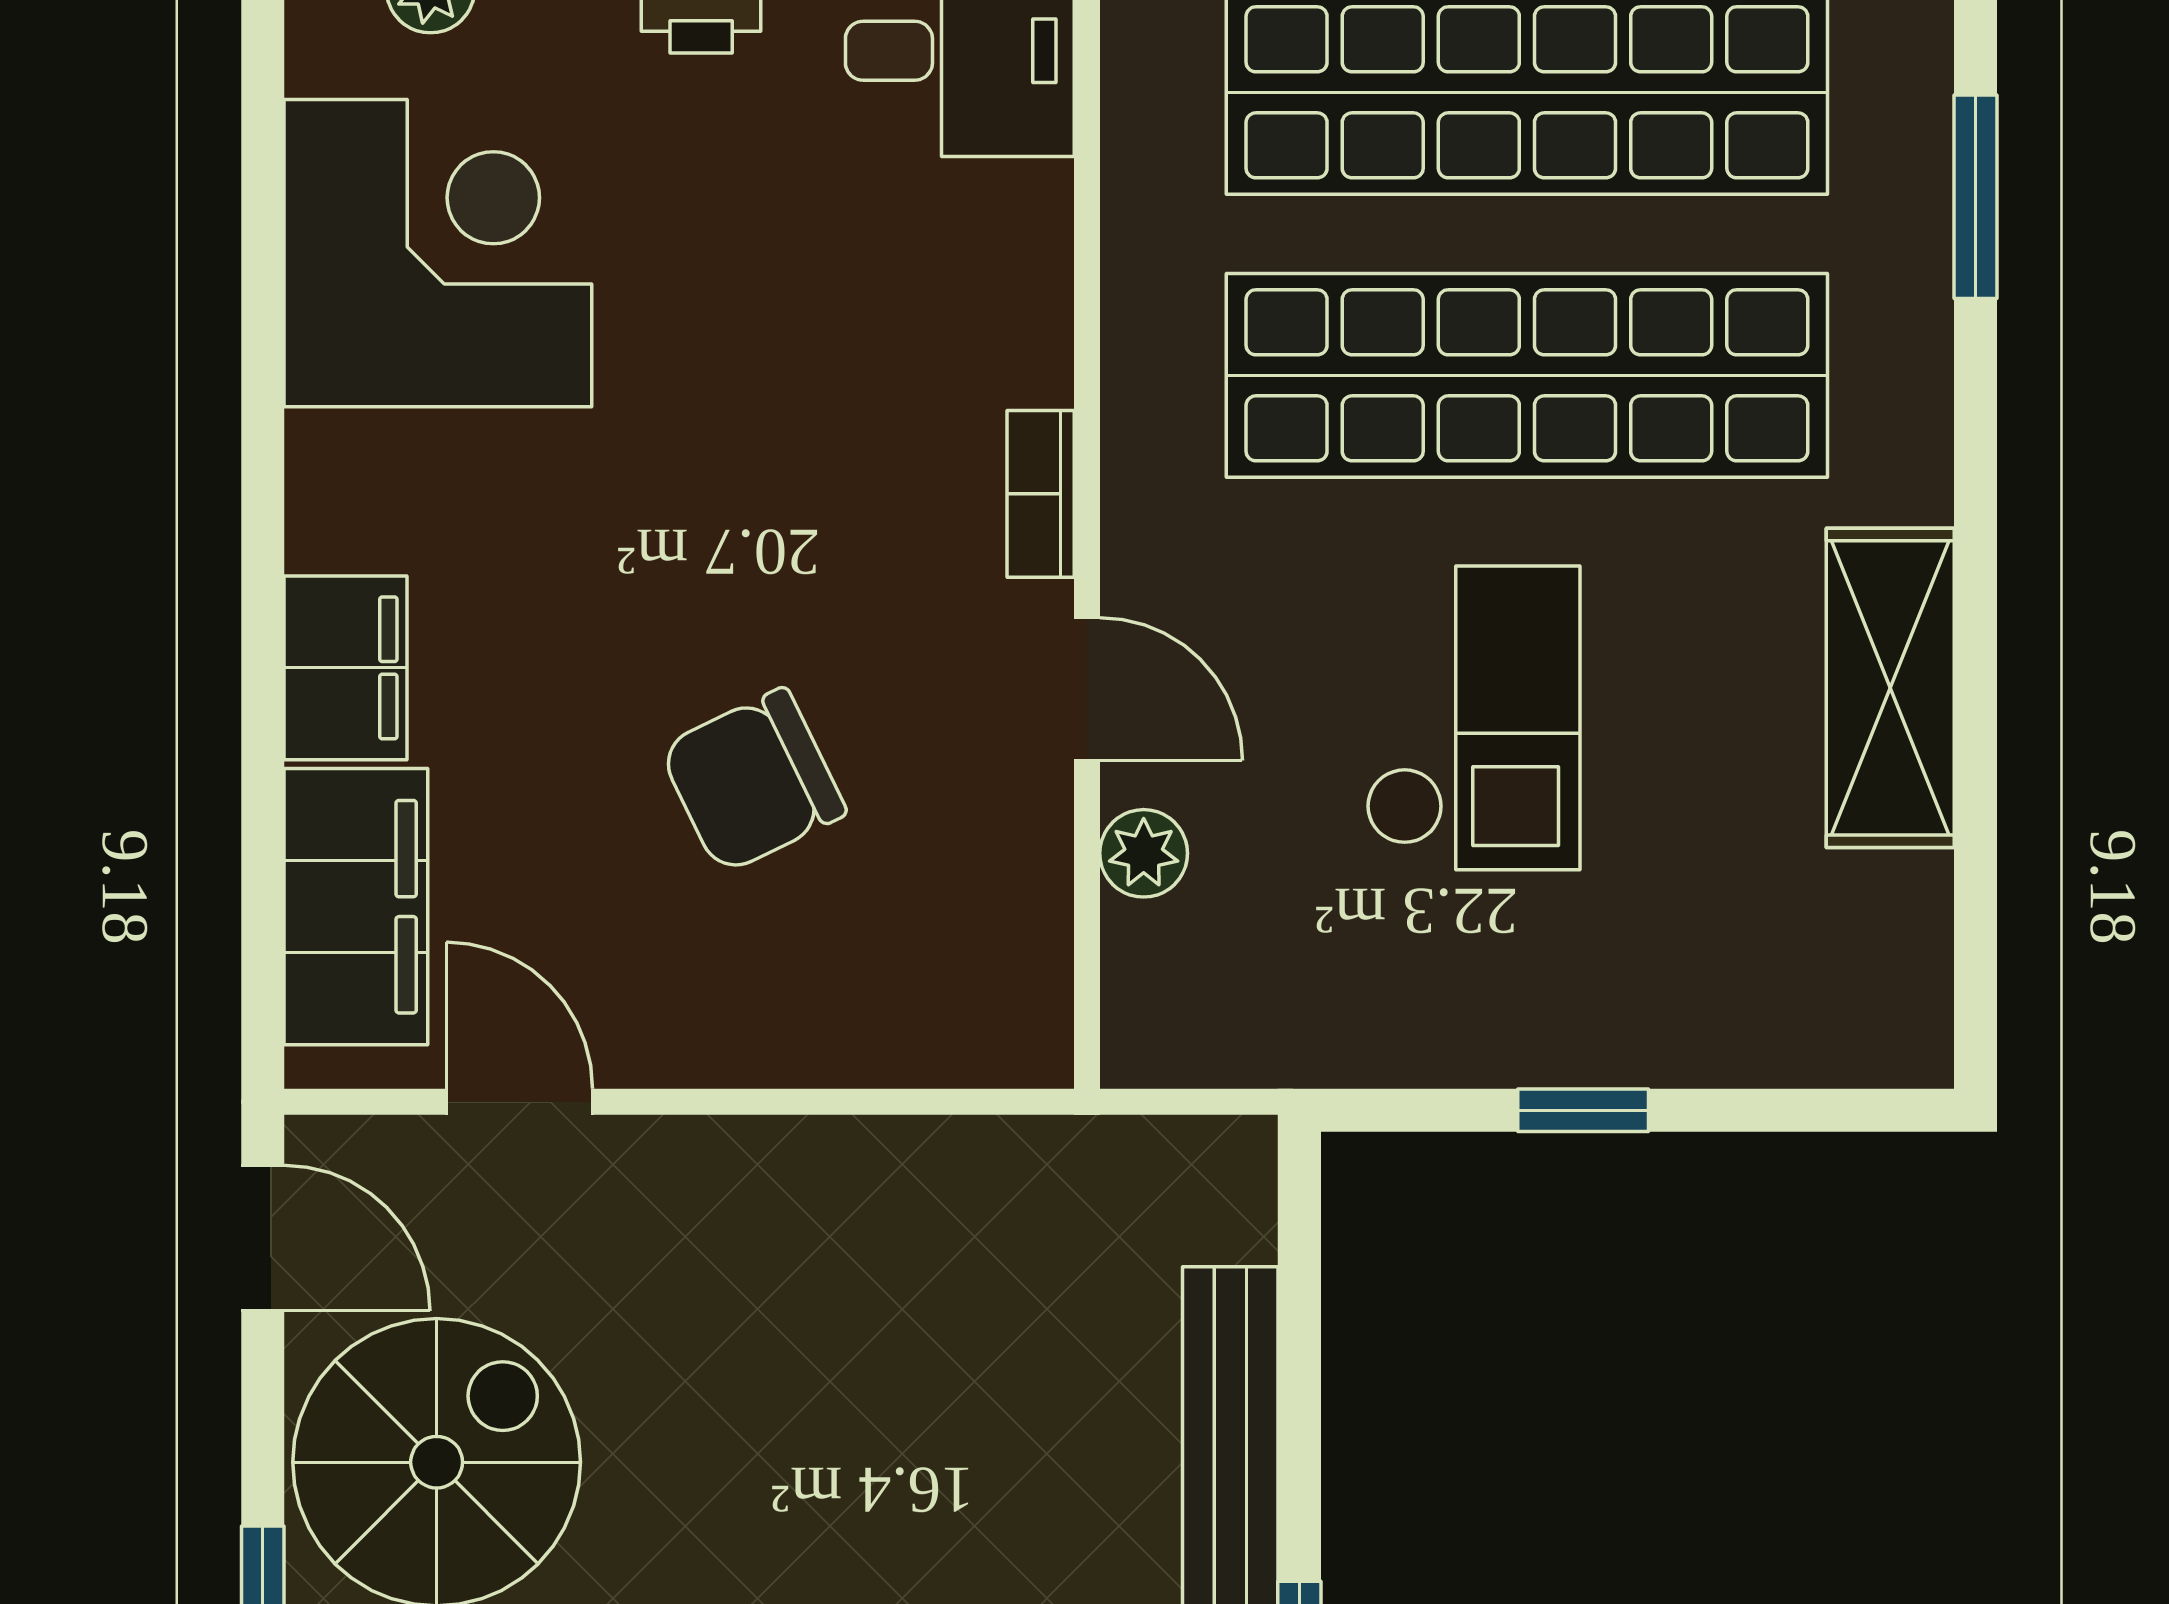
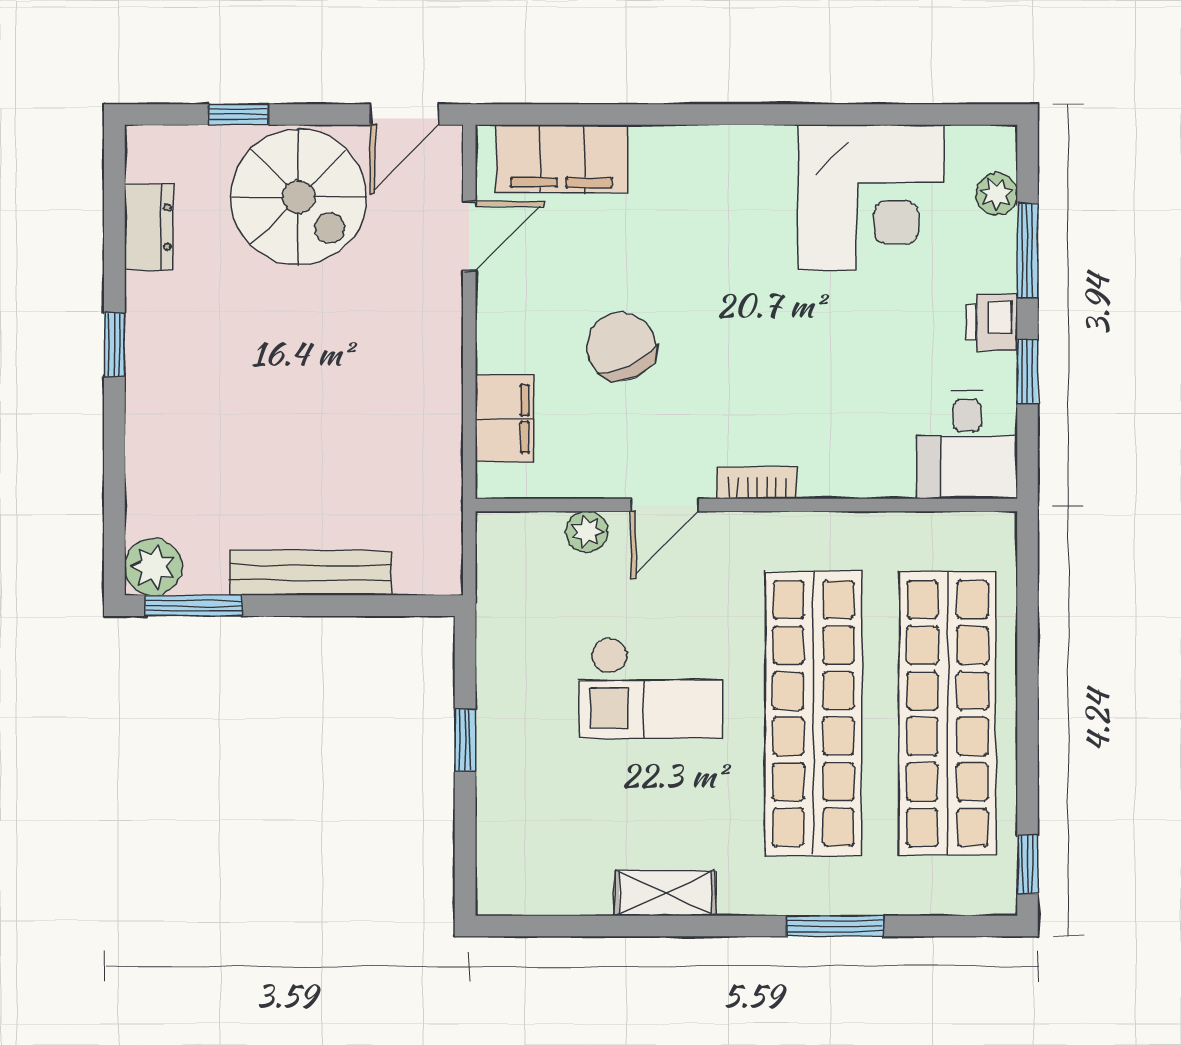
window: (1976, 197) -> (835, 926), moved
filing cabinet: (345, 668) -> (504, 418), moved, turned -90
shelving: (1890, 688) -> (665, 893), width x0.67, depth x0.75

